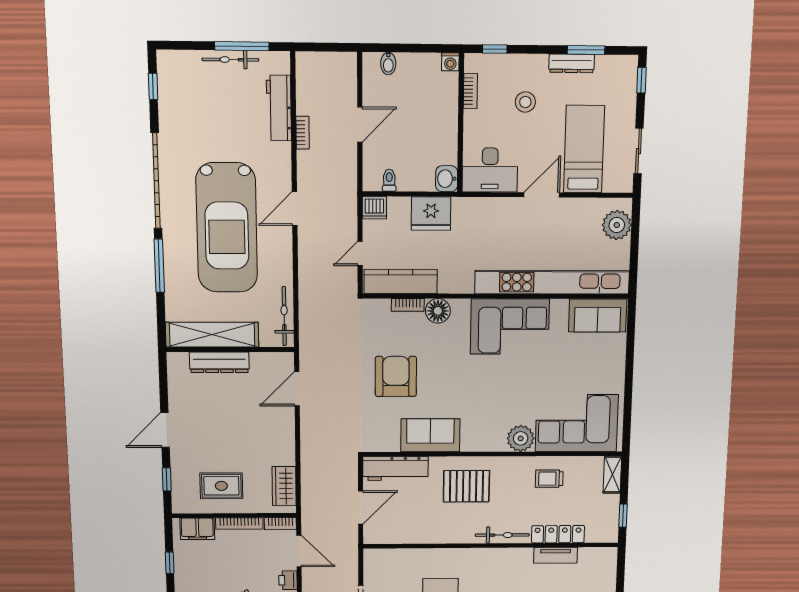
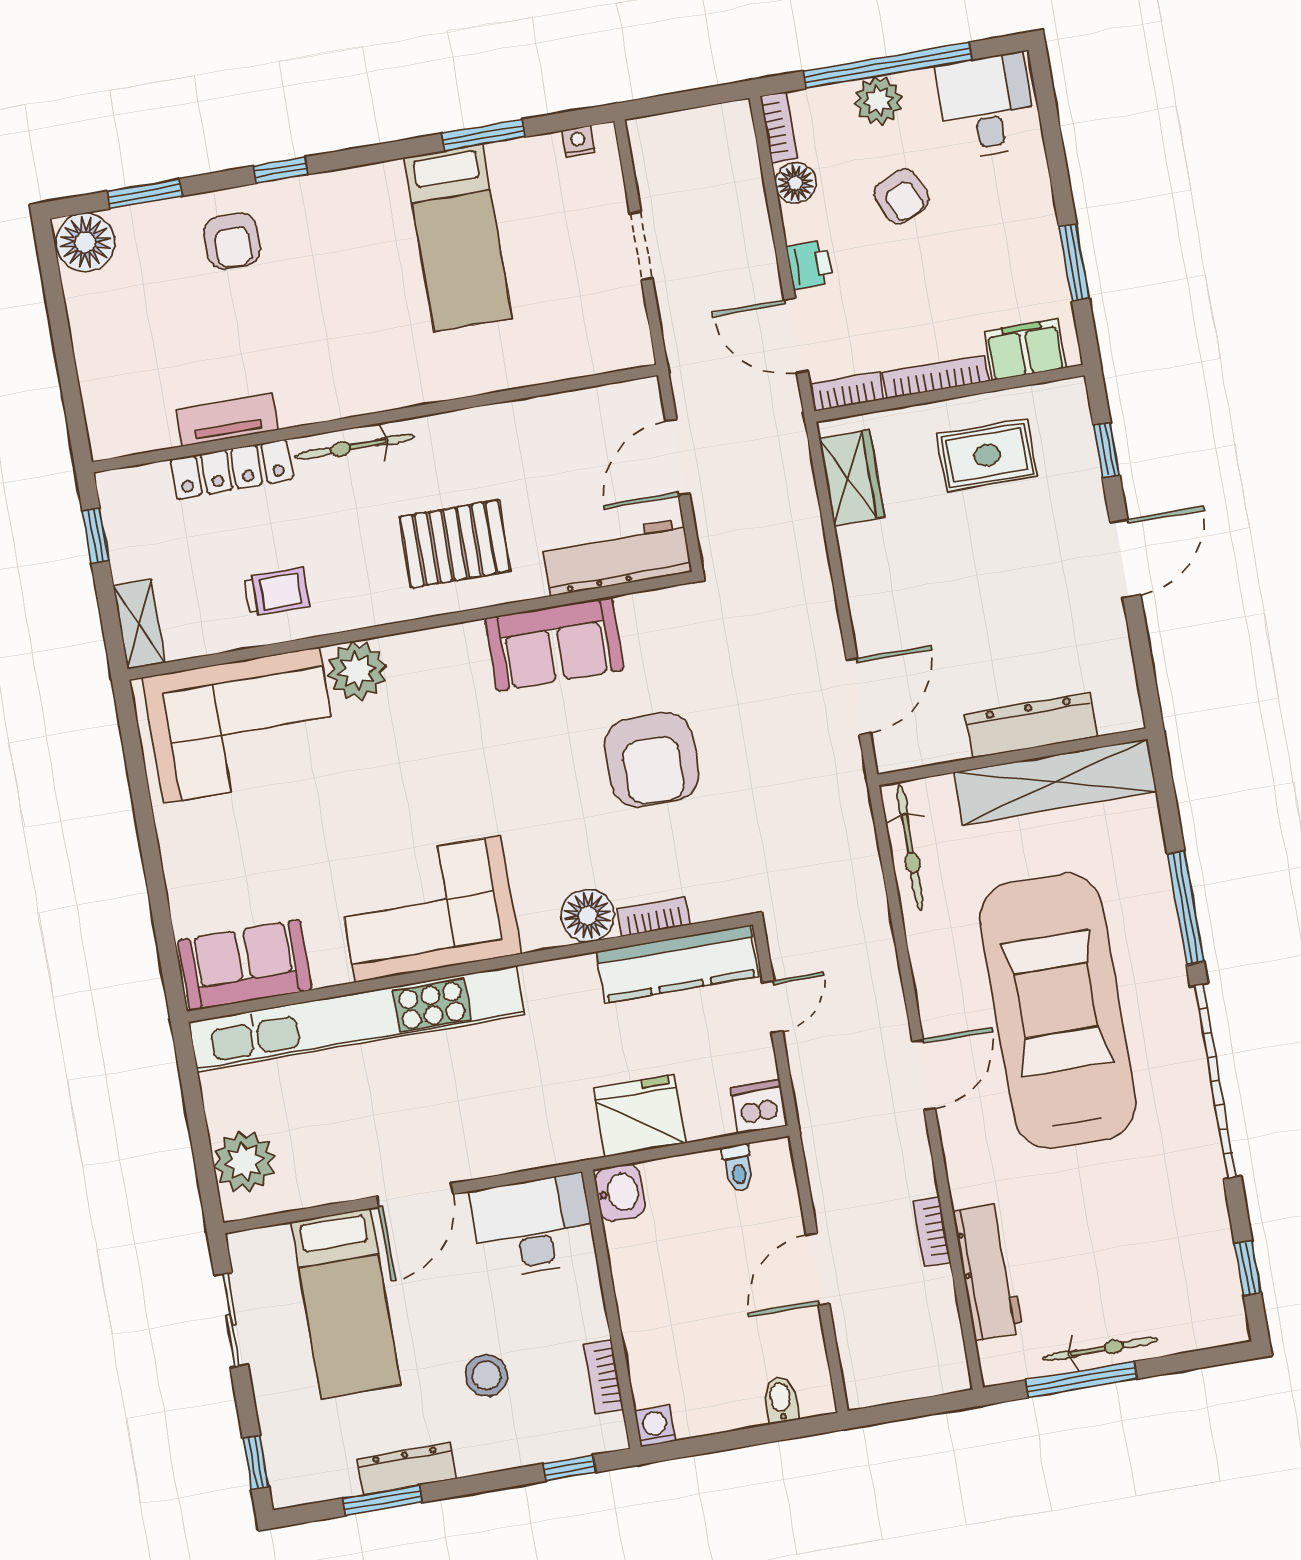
window: (170, 563) -> (1074, 262), width x1.50

